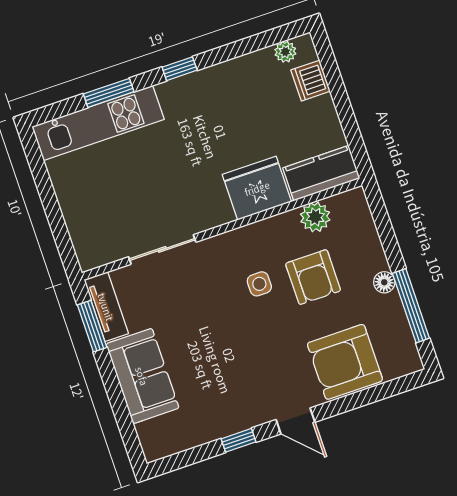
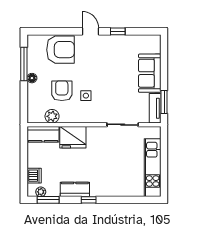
kitchen counter: (216, 81) -> (75, 189), added
window: (109, 93) -> (48, 200), moved
kitchen unit: (98, 123) -> (153, 168), moved, turned -90

